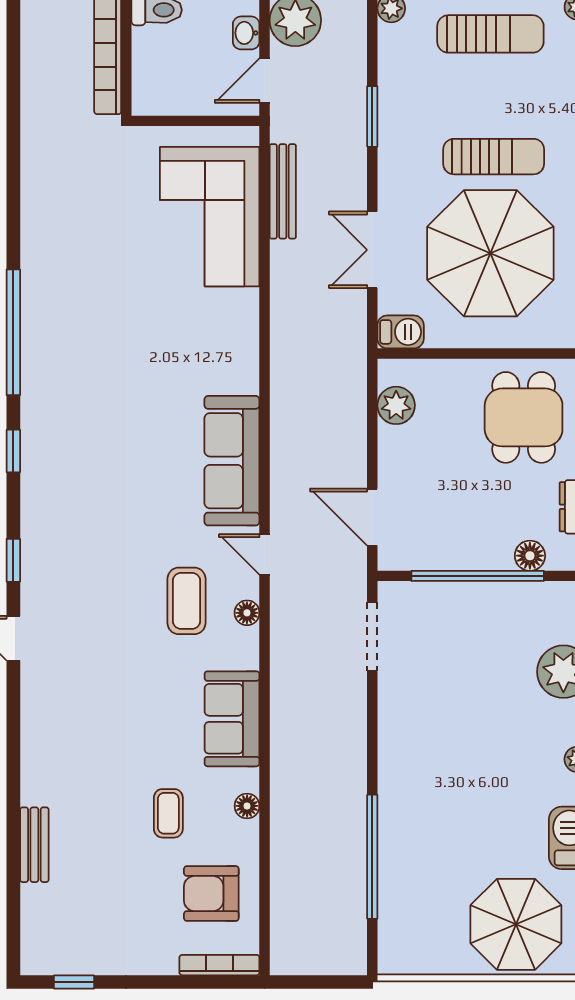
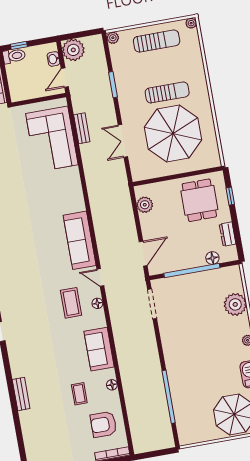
bench: (283, 191) -> (82, 128), width x0.73
barbecue: (401, 332) -> (141, 173), removed
door: (372, 517) -> (143, 254), swing flipped
bench: (34, 845) -> (21, 394), moved

